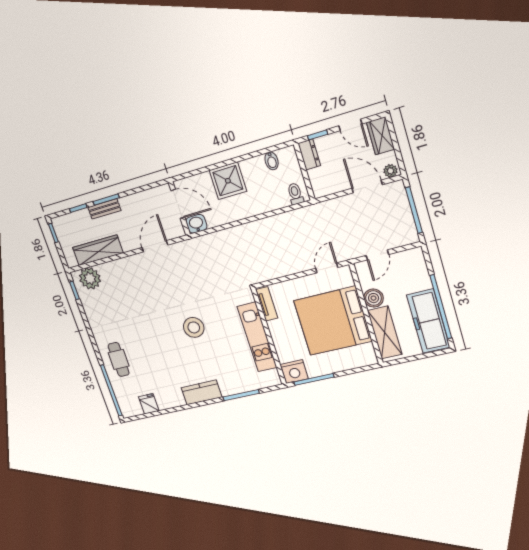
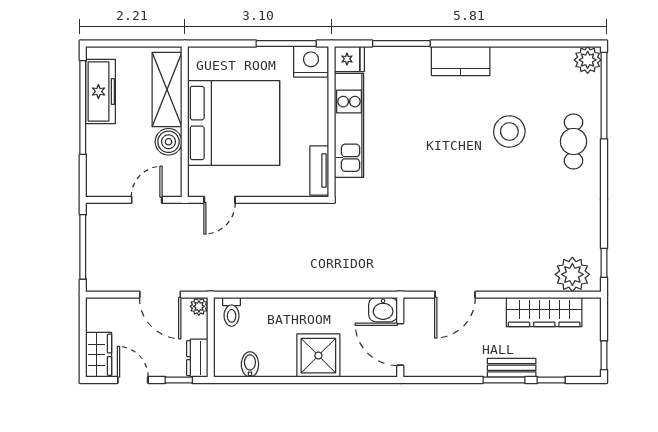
plant: (391, 171) -> (199, 306), moved
door: (367, 187) -> (160, 295), moved
freezer: (428, 321) -> (101, 91), width x0.73, depth x0.79
stool: (194, 327) -> (509, 132), moved
fridge: (149, 404) -> (349, 59), moved, turned -90
plant: (128, 409) -> (588, 60), added

